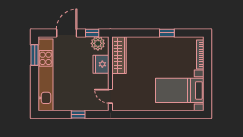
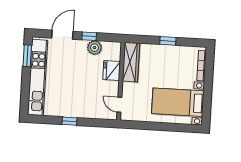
wardrobe: (119, 55) -> (131, 62), moved
fridge: (101, 64) -> (112, 70), moved
wall: (110, 74) -> (121, 81), moved
door: (110, 96) -> (119, 105), moved

